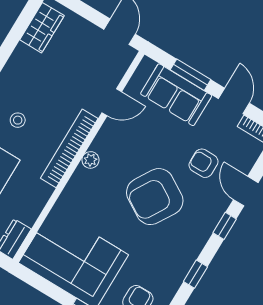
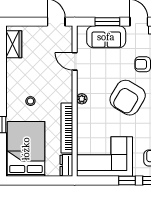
door: (112, 102) -> (75, 61), swing flipped
bookcase: (69, 148) -> (67, 128), moved

